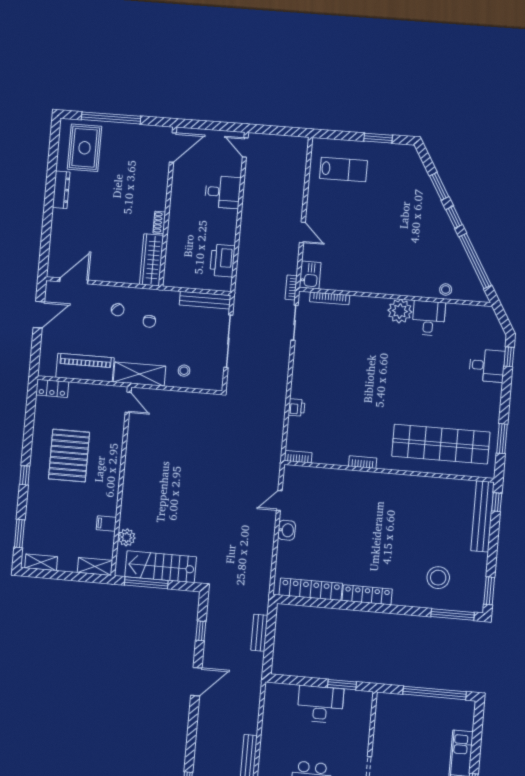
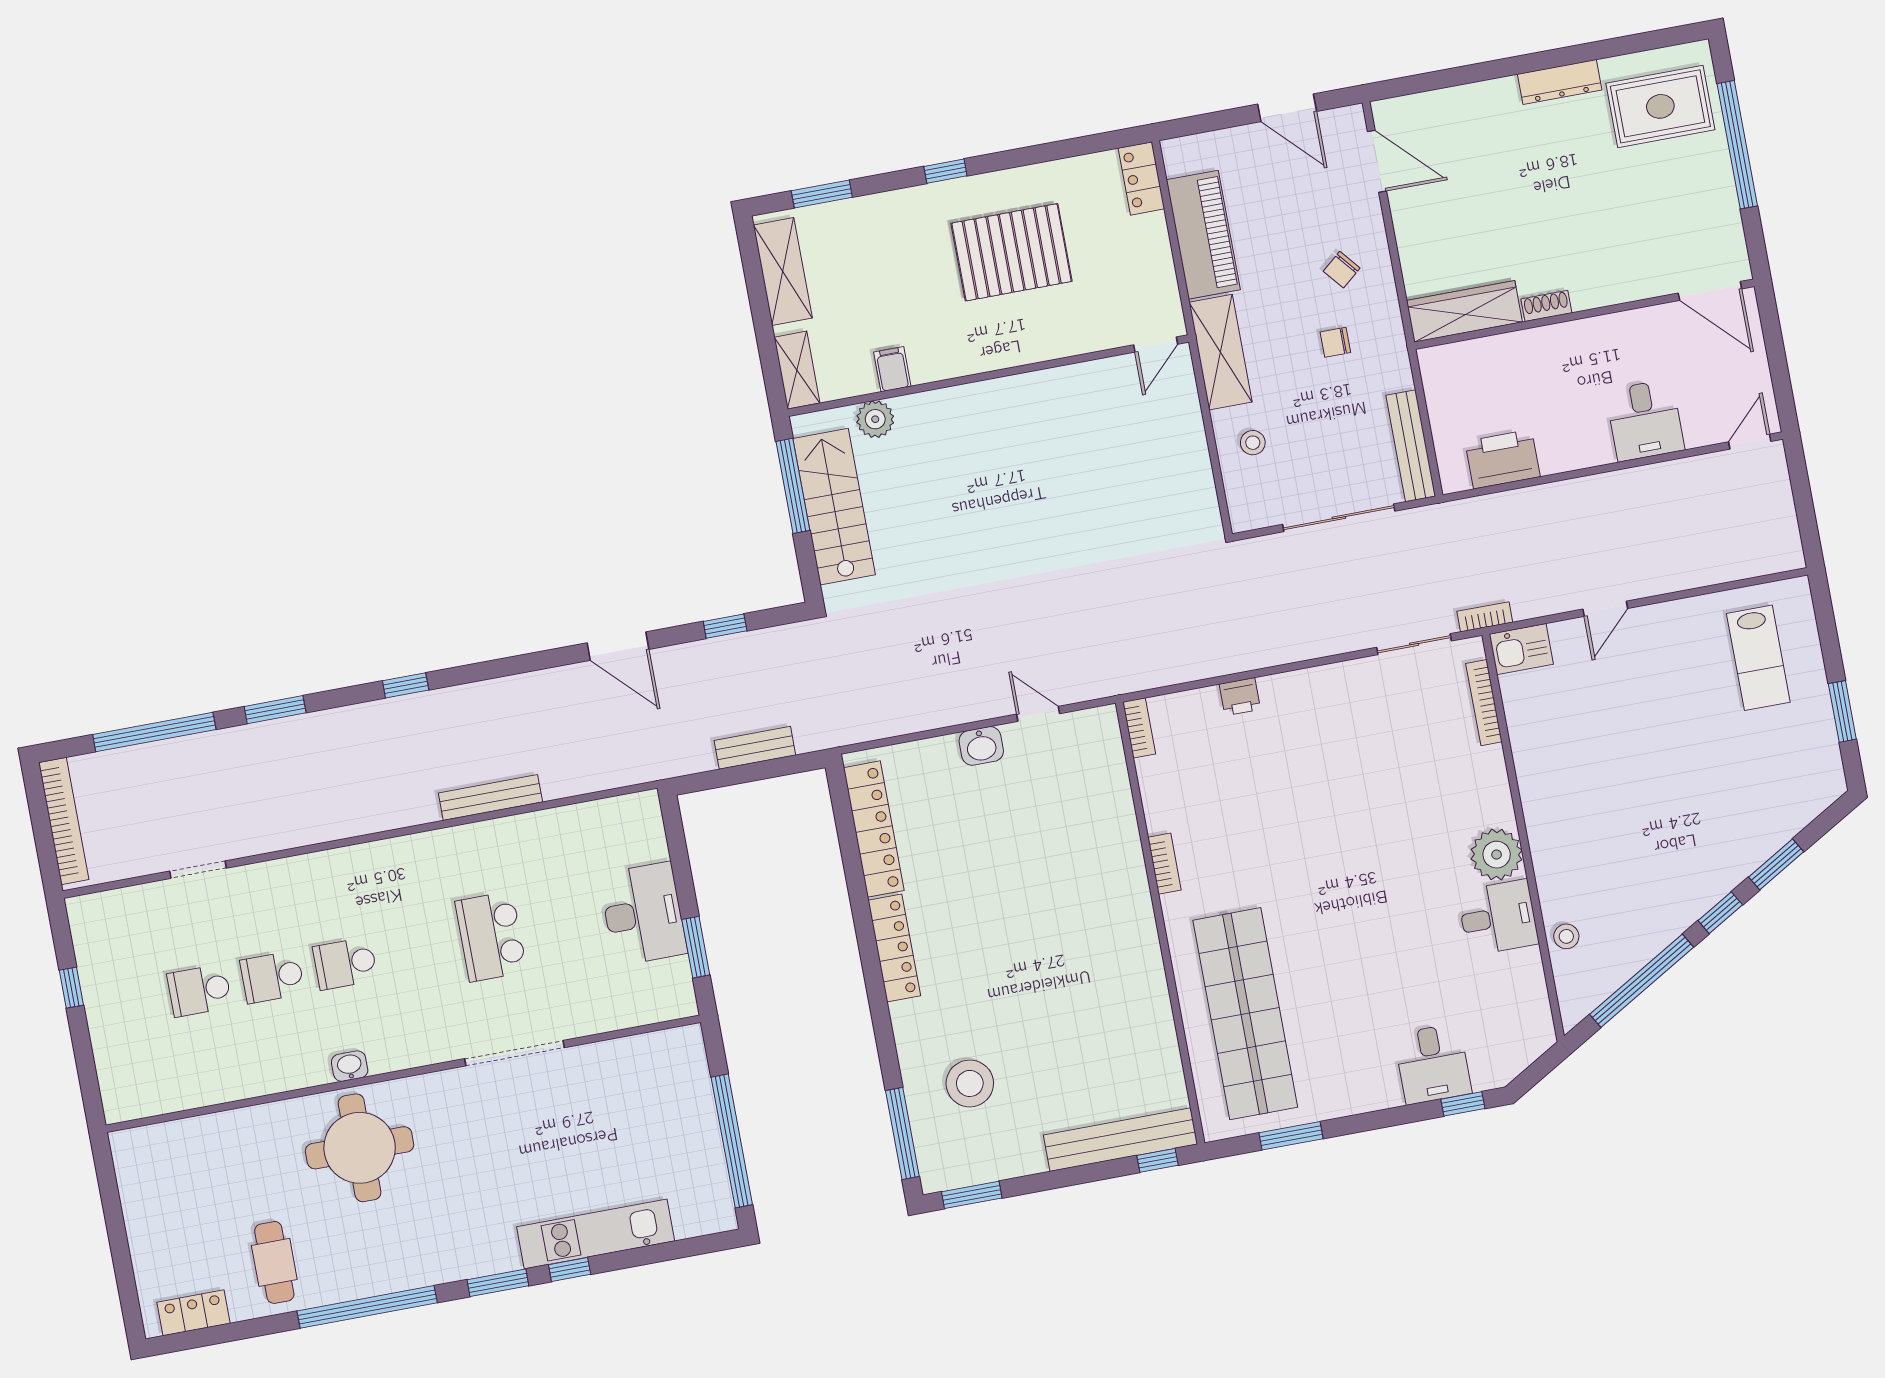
shelving: (41, 562) -> (783, 272), width x1.50, depth x1.33

